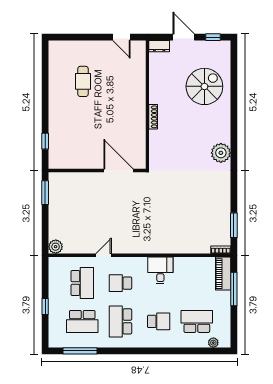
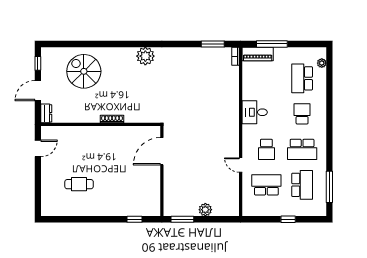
plant: (56, 247) -> (205, 210), moved

